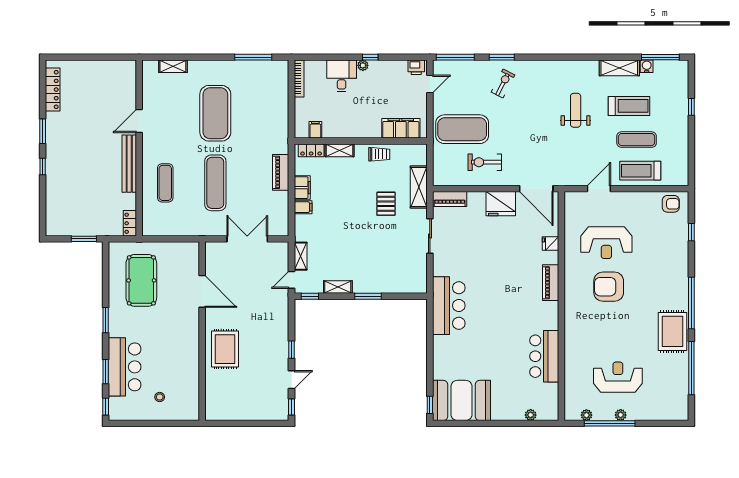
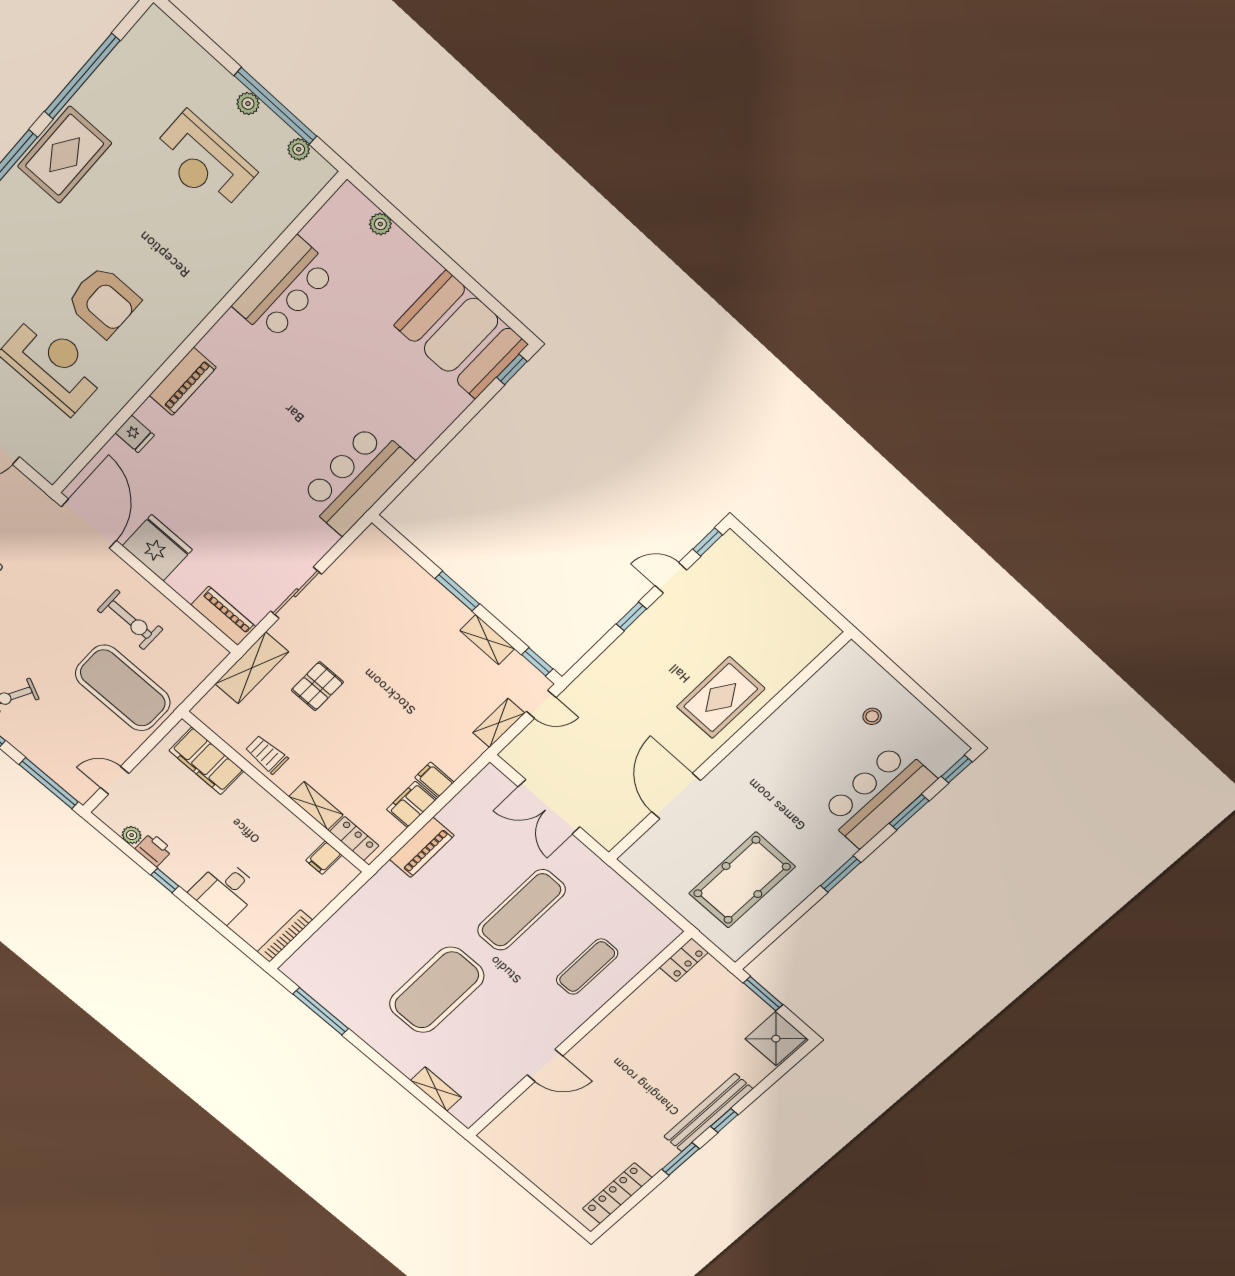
plant: (363, 65) -> (132, 835), moved
printer: (416, 67) -> (154, 850), moved
bench: (129, 164) -> (708, 1113), moved
shower: (59, 224) -> (776, 1039), added

